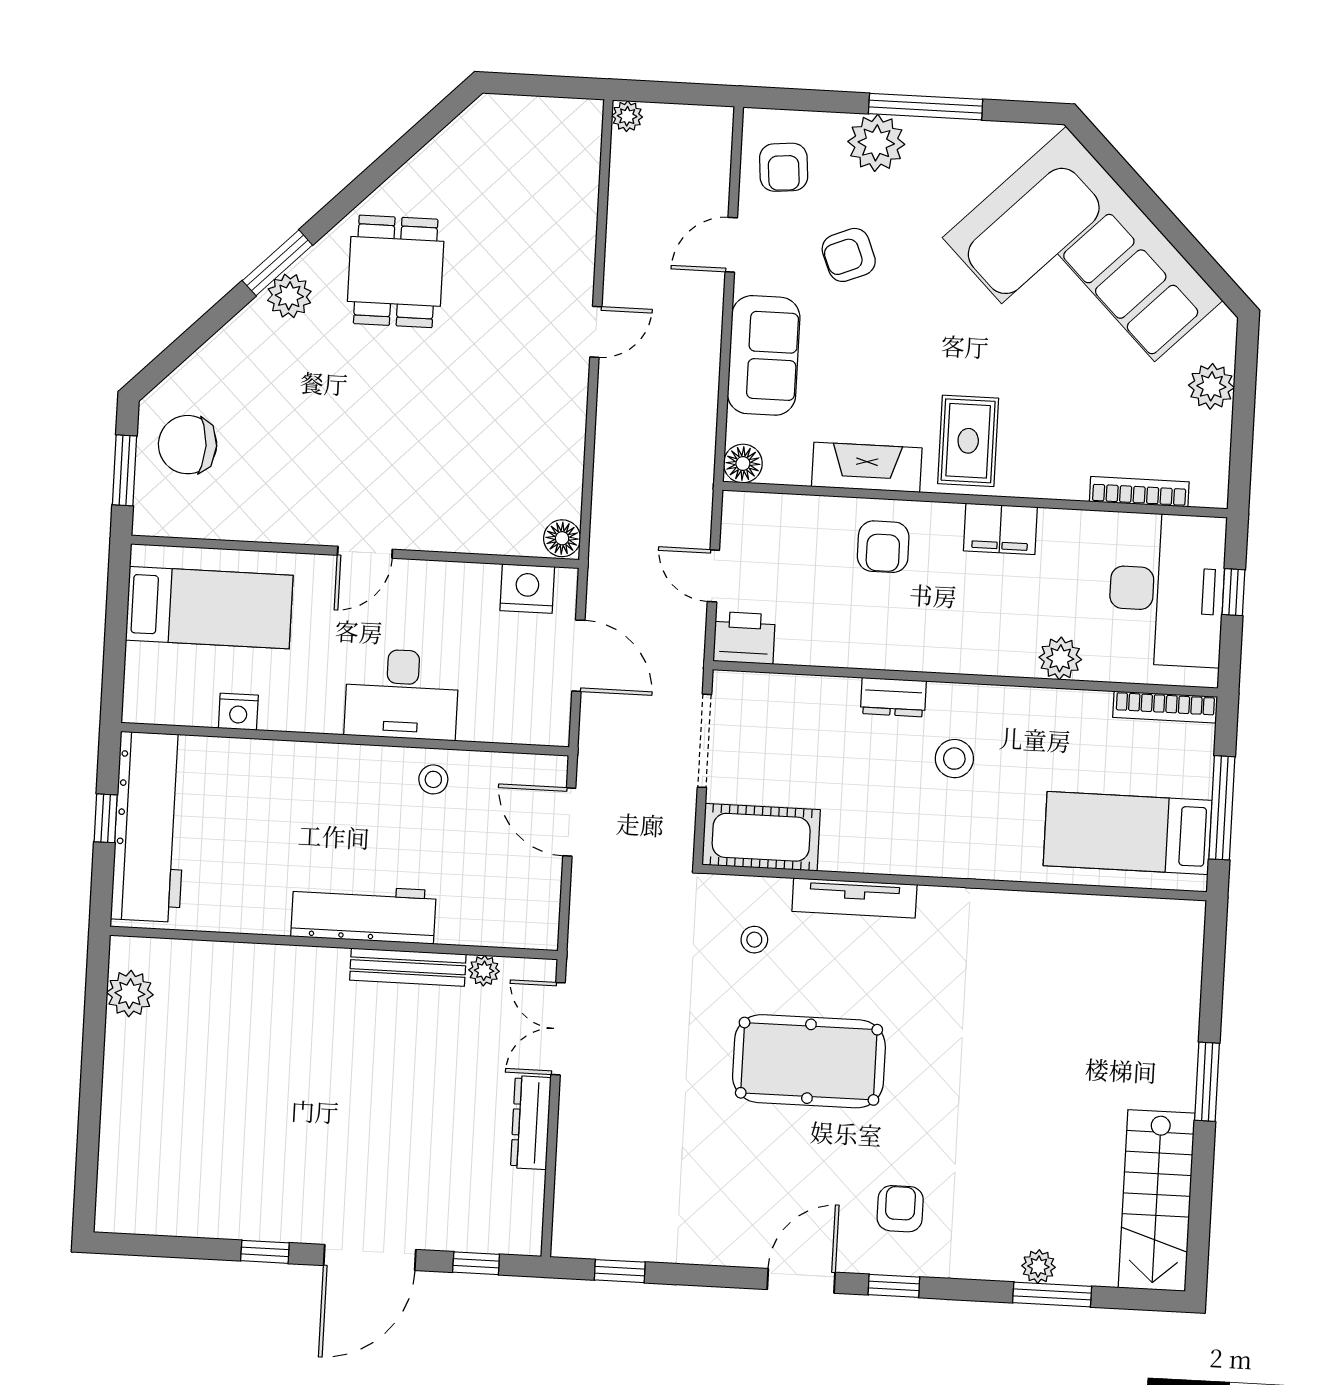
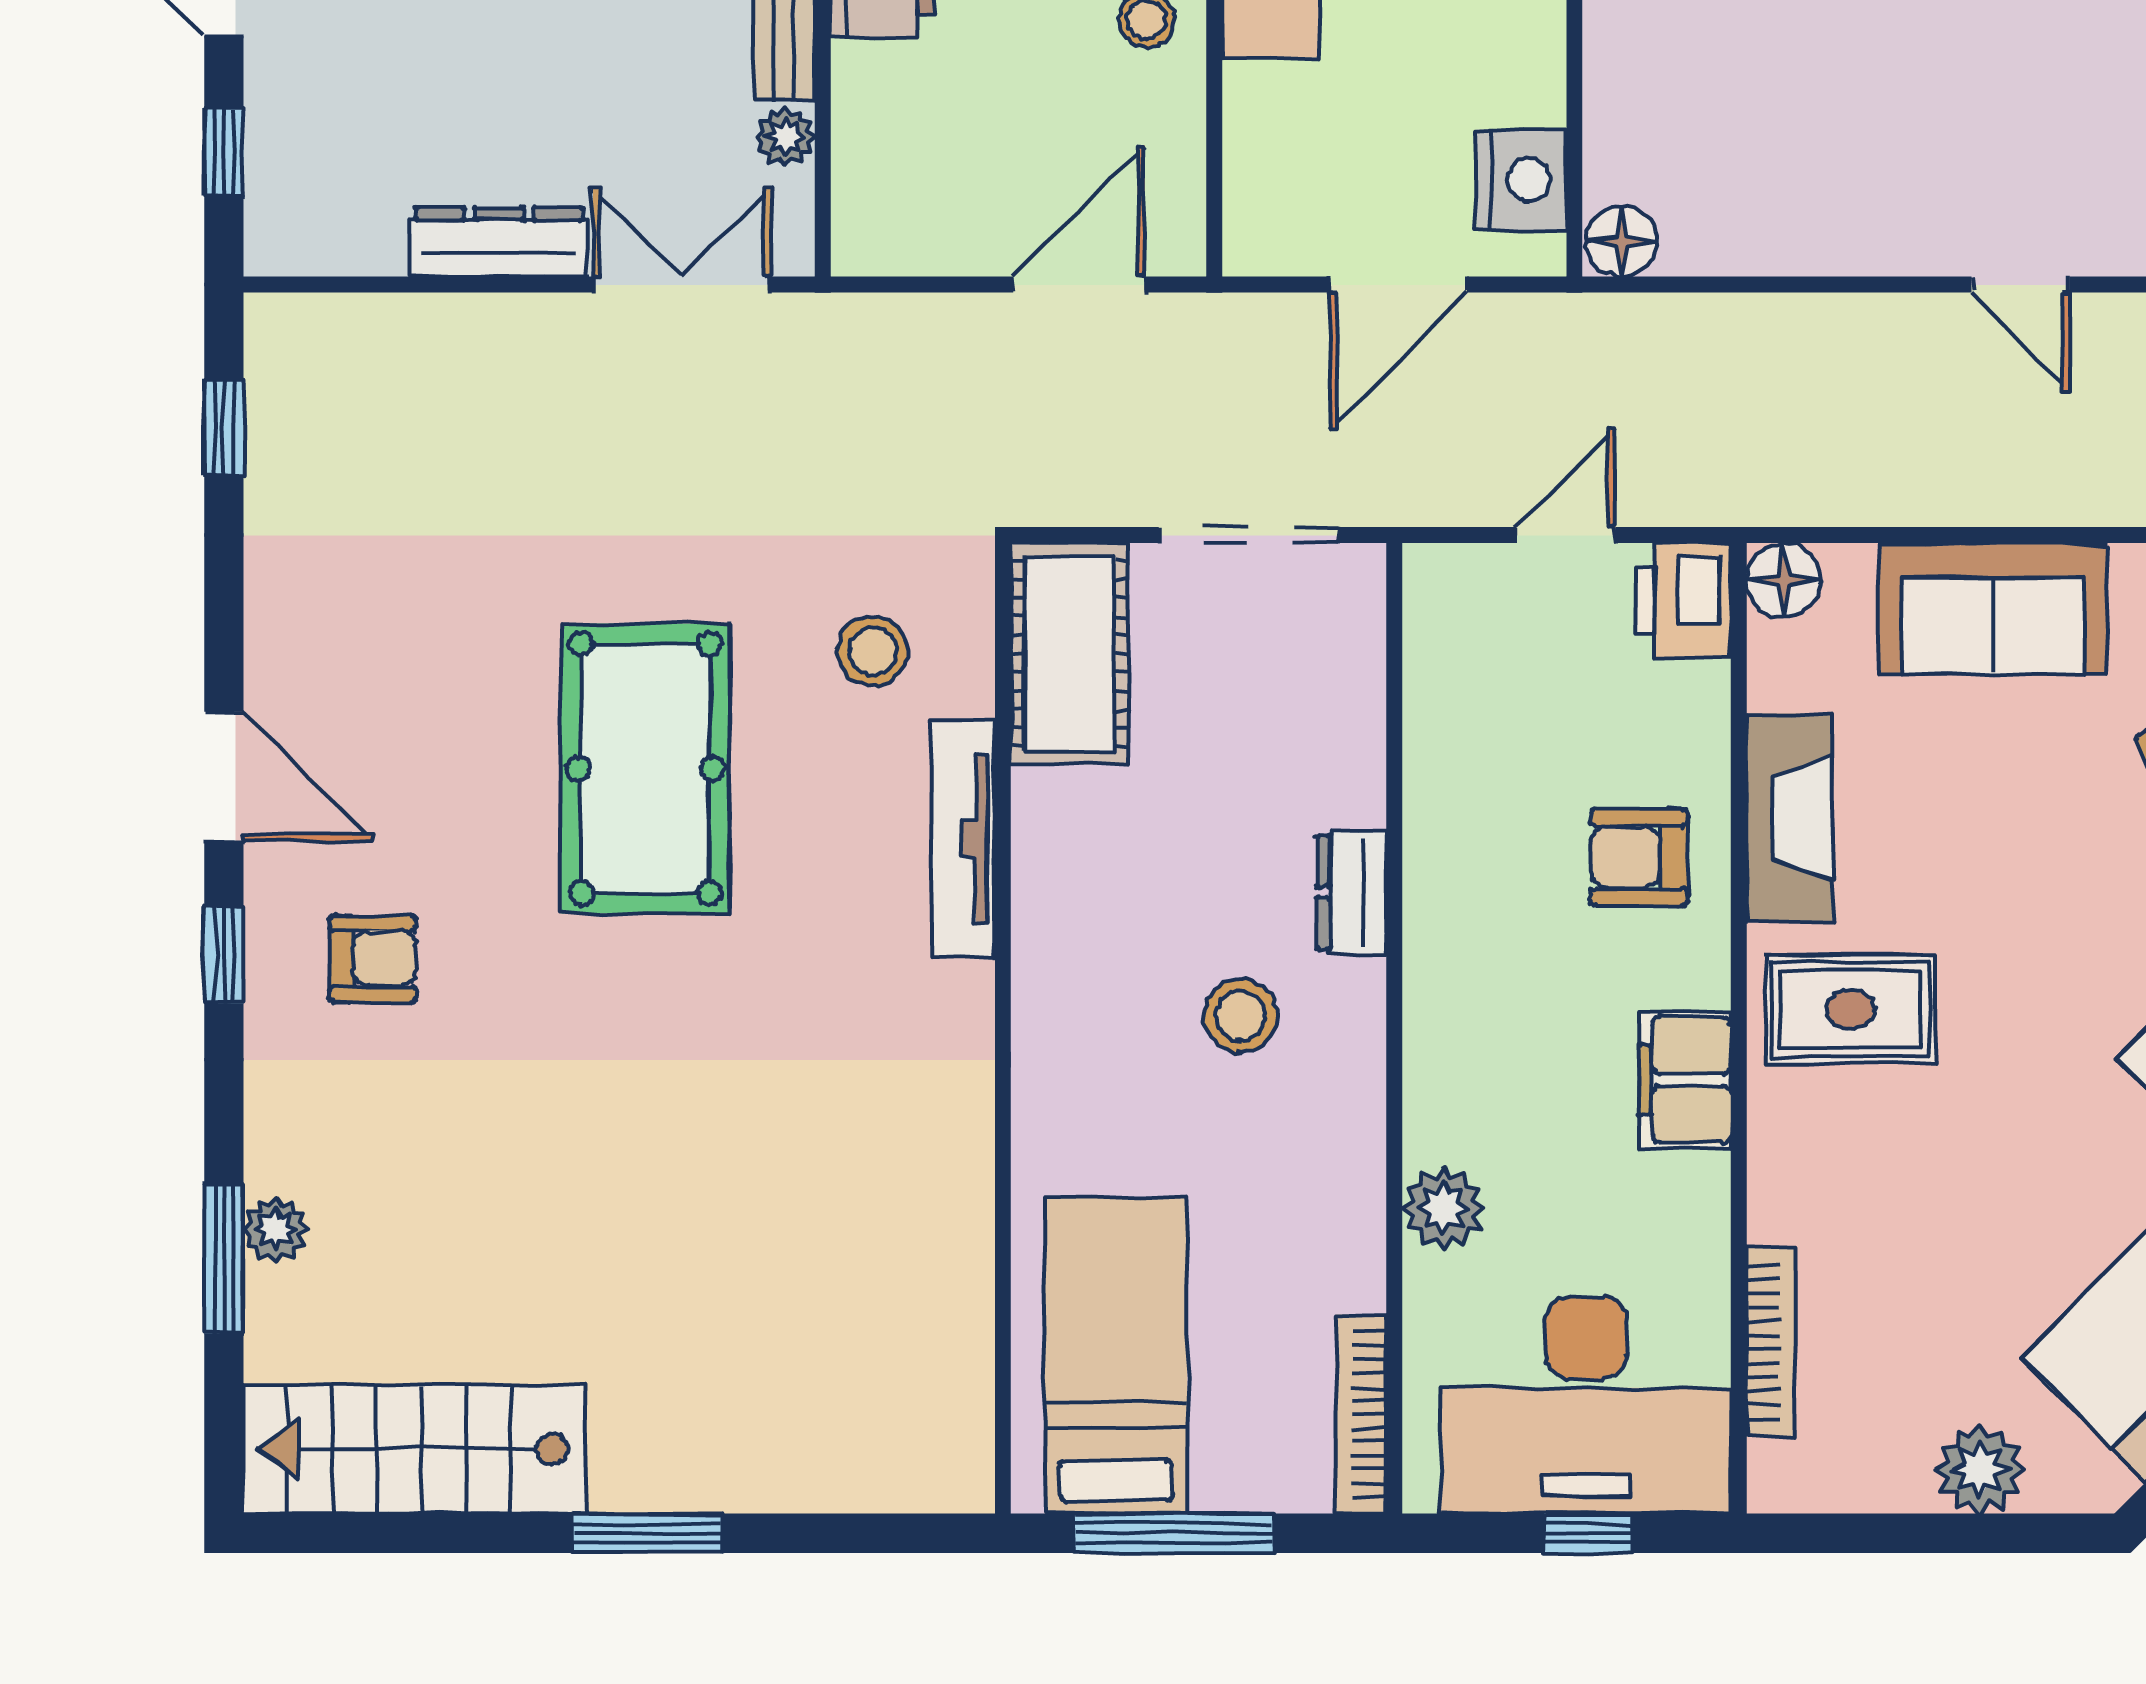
printer: (744, 638) -> (1683, 601), moved, turned 180
stool: (754, 940) -> (873, 651), width x1.37, depth x1.37

